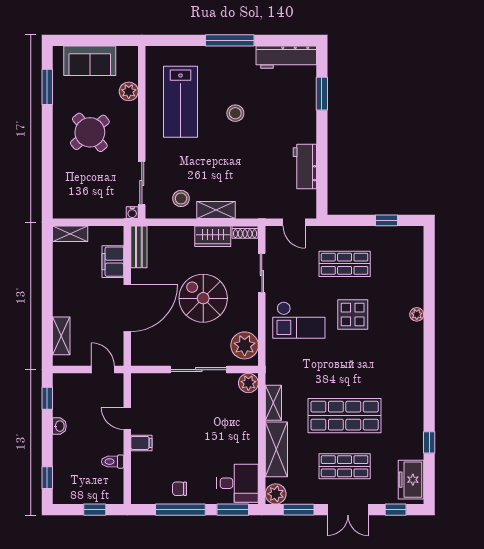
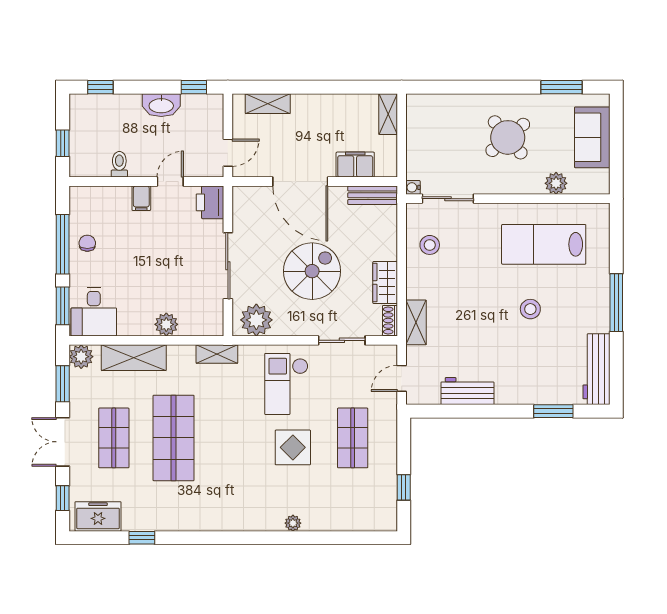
shelving: (216, 210) -> (416, 322), moved
plant: (248, 383) -> (166, 324), moved
printer: (145, 385) -> (210, 202), added
shelving: (273, 403) -> (217, 354), moved
washbasin: (59, 426) -> (161, 105), width x1.91, depth x1.45

